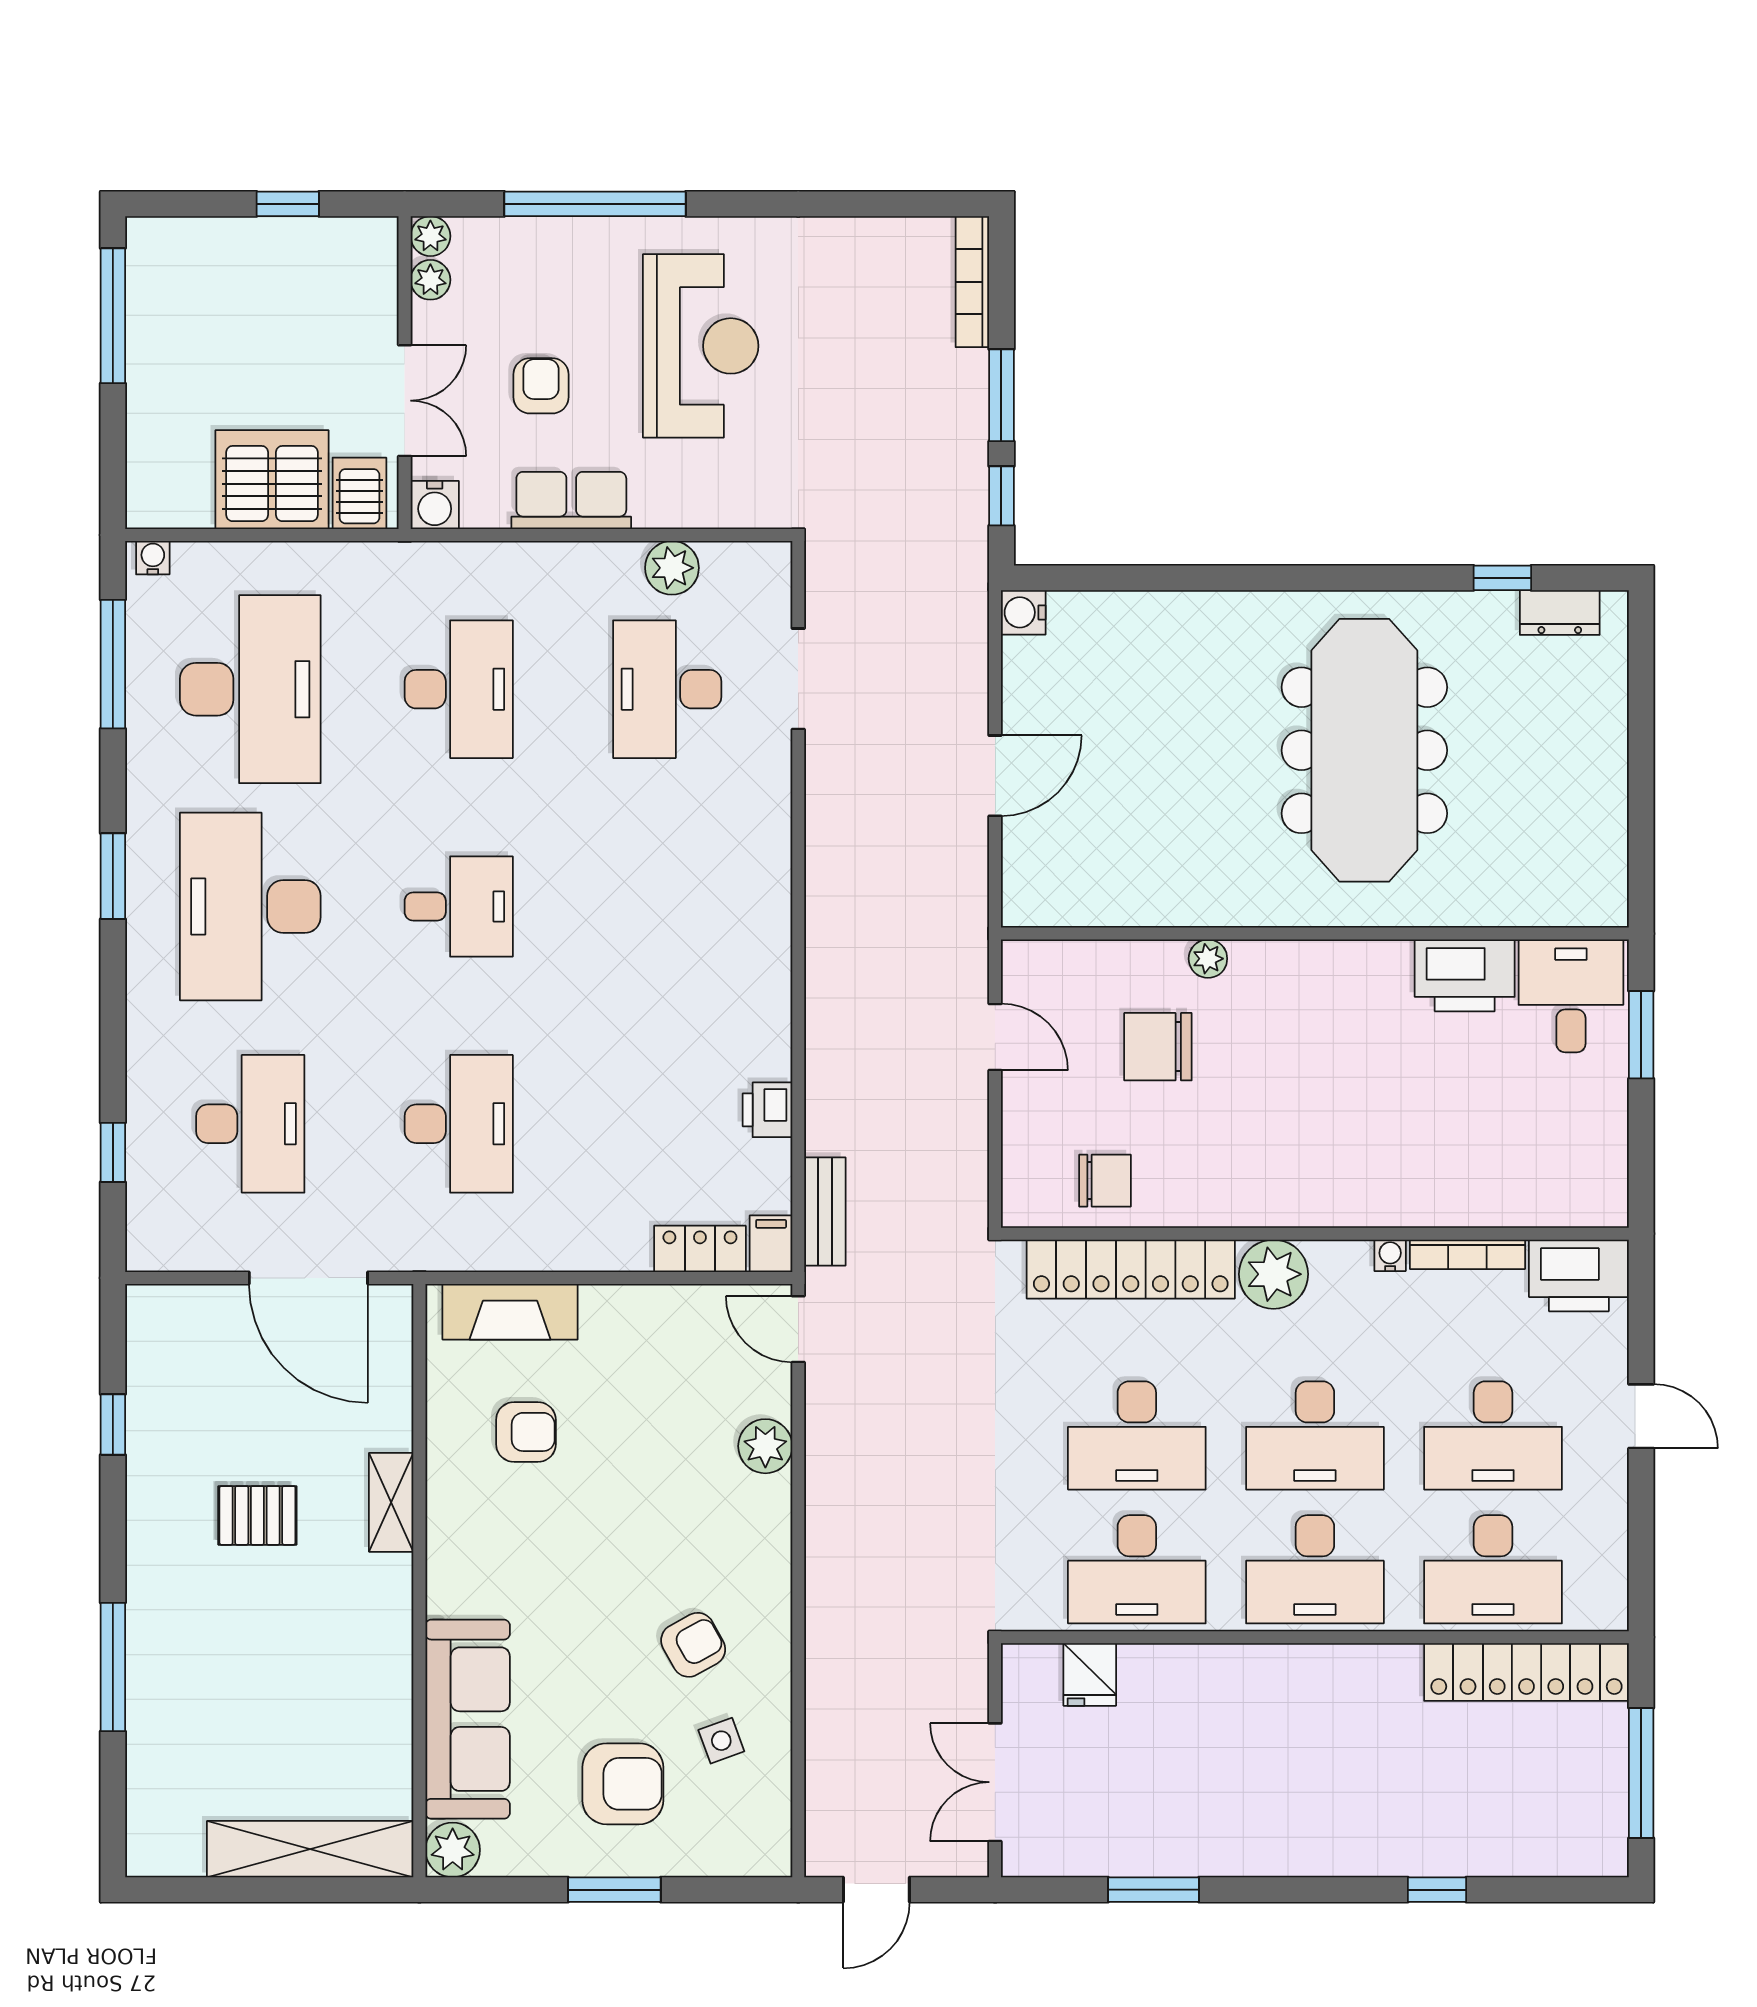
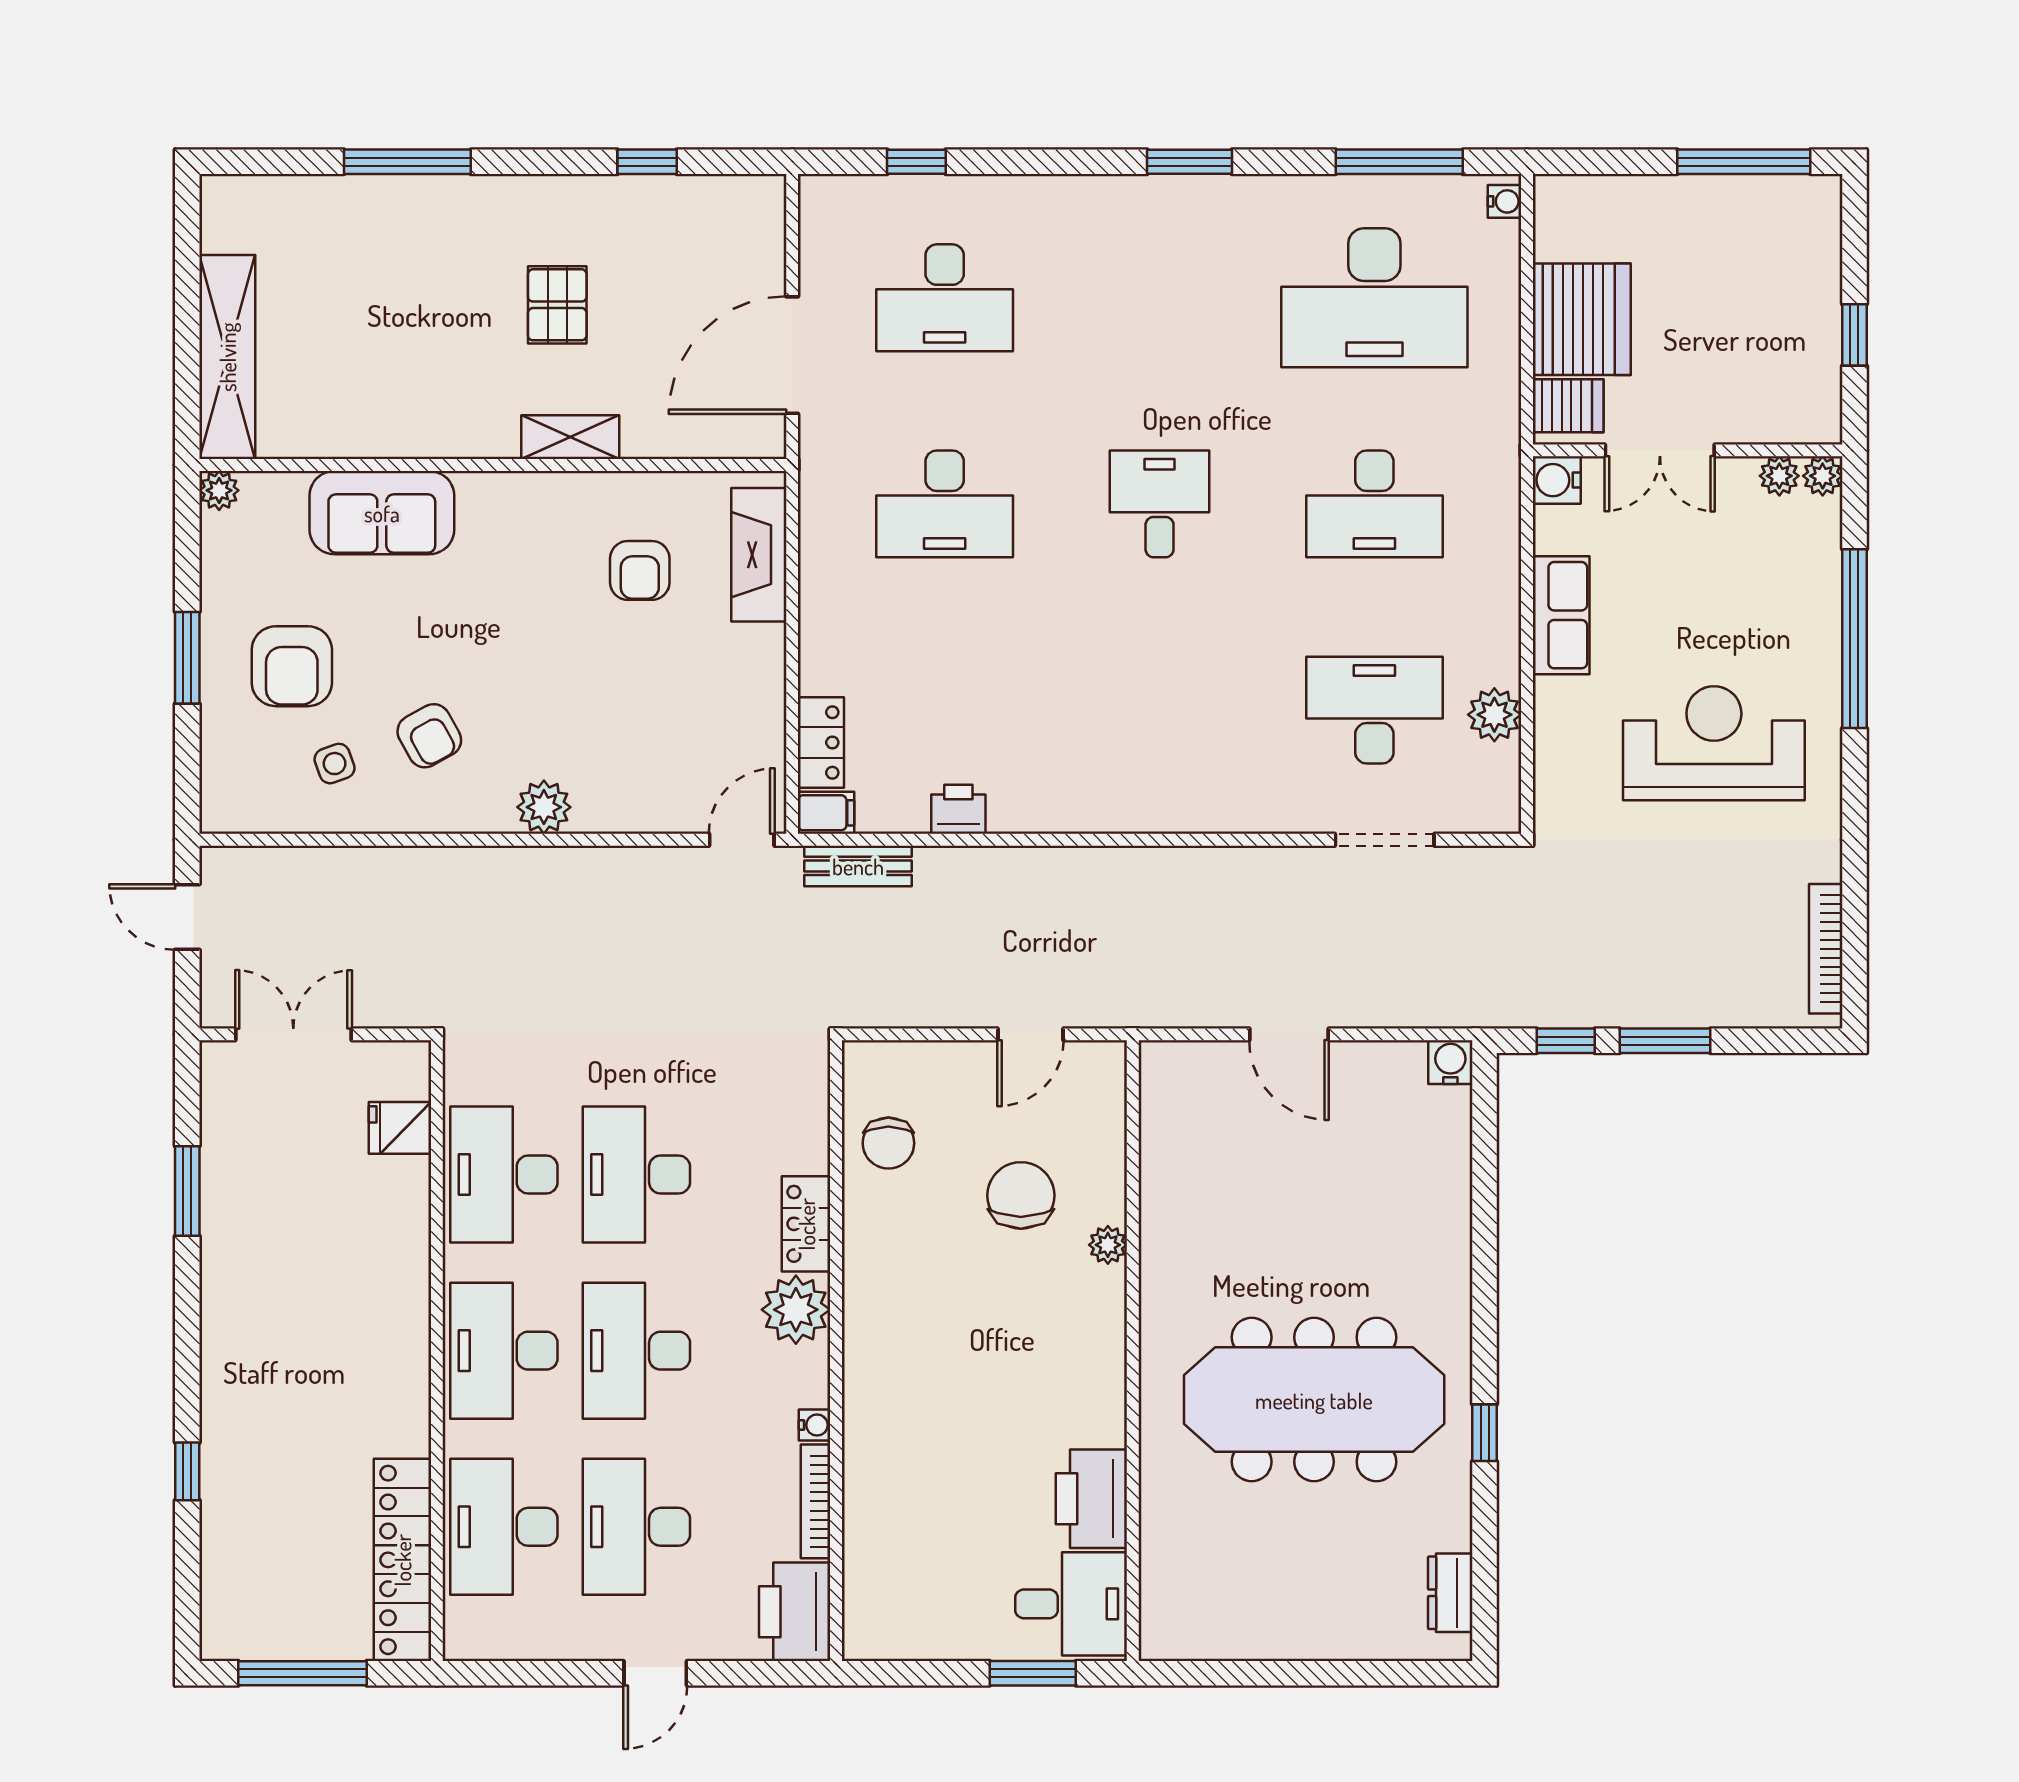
bookcase: (972, 282) -> (1826, 949), moved, turned -90
reception desk: (701, 346) -> (1714, 743), turned 180
armchair: (541, 386) -> (1674, 585), removed
window: (1502, 578) -> (1485, 1433), moved
desk: (250, 906) -> (1160, 298), removed
desk: (459, 906) -> (1160, 504), turned 180
locker: (1131, 1269) -> (806, 1224), width x0.46, depth x0.83
plant: (765, 1446) -> (544, 807), moved
sofa: (468, 1719) -> (382, 513), width x0.73
plant: (453, 1850) -> (219, 490), width x0.73, depth x0.73

